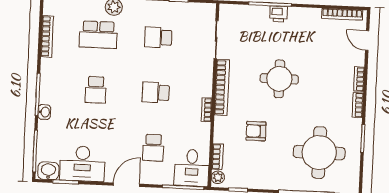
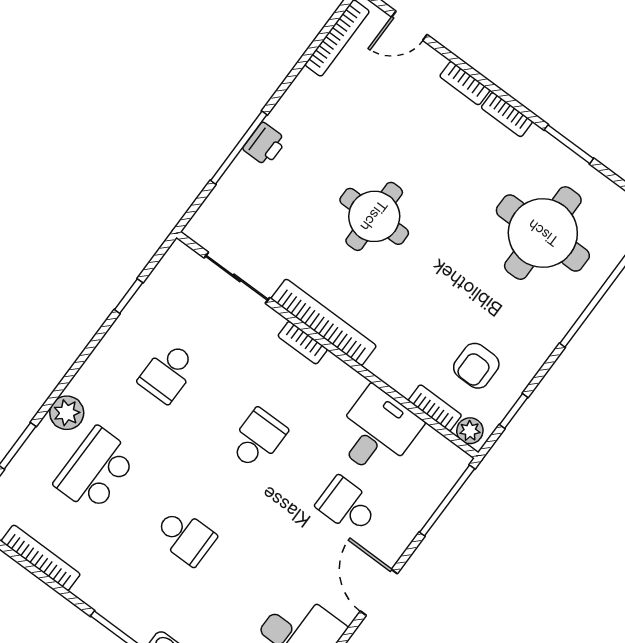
school desk: (98, 35) -> (96, 470), turned 180
school desk: (156, 93) -> (258, 439), turned 180
bookcase: (207, 110) -> (303, 343), moved
armchair: (256, 131) -> (476, 366), moved
school desk: (153, 148) -> (347, 506), turned 180
desk: (192, 168) -> (377, 432), moved, turned -90

